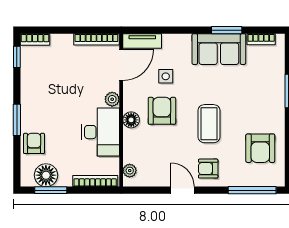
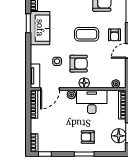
door: (121, 65) -> (50, 89), swing flipped
armchair: (162, 111) -> (79, 64), turned 180
armchair: (34, 143) -> (88, 137), moved

